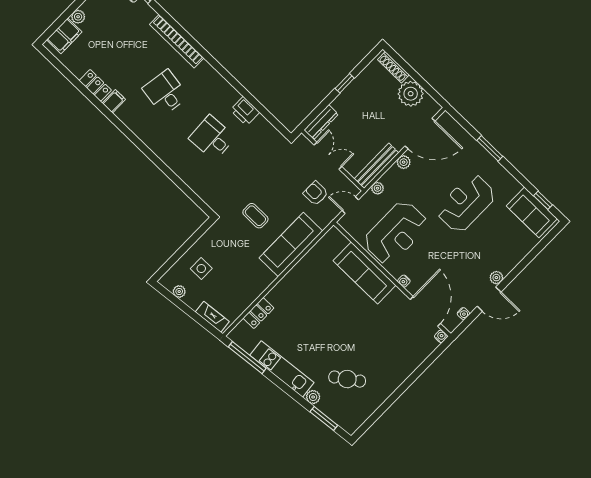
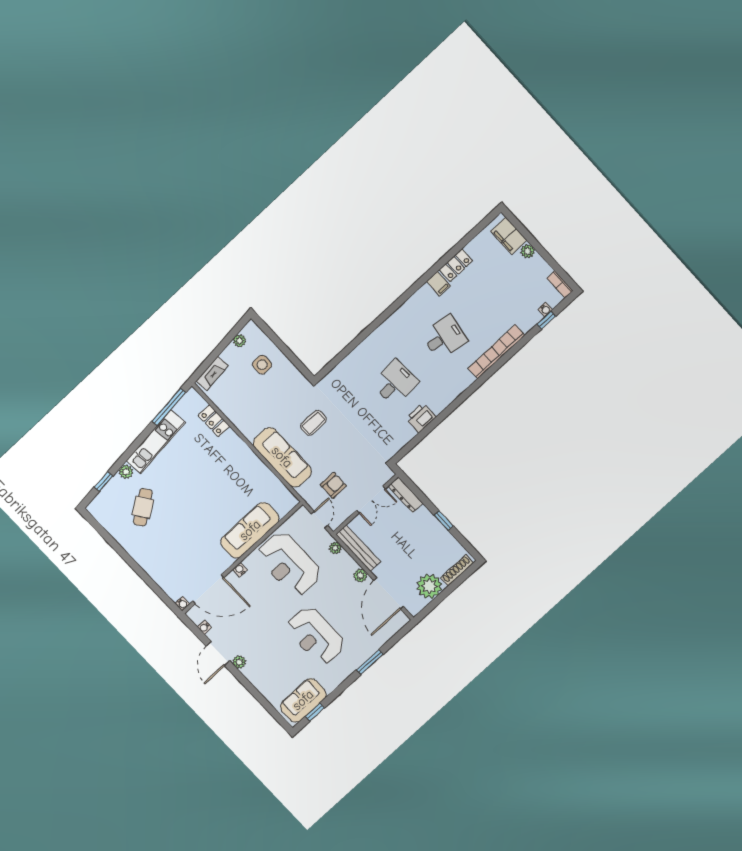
reception desk: (466, 203) -> (316, 636), turned 180
window: (324, 418) -> (104, 481), width x0.67

